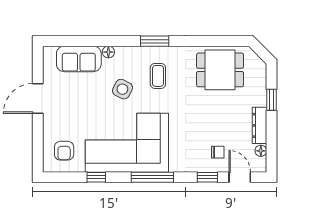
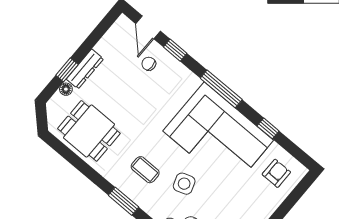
coffee table: (158, 76) -> (145, 170), turned 90
side table: (122, 89) -> (184, 184), turned 45
dresser: (259, 125) -> (85, 69), moved
floor lamp: (261, 151) -> (66, 89), moved

